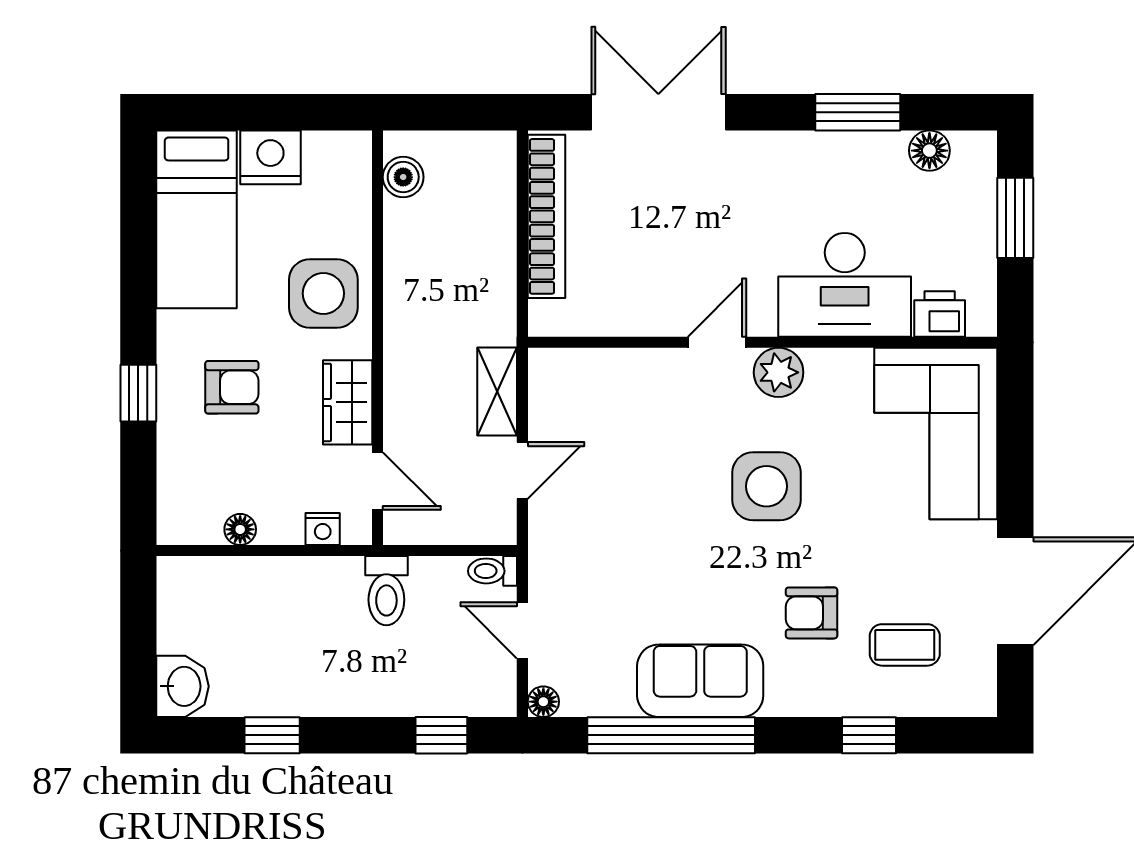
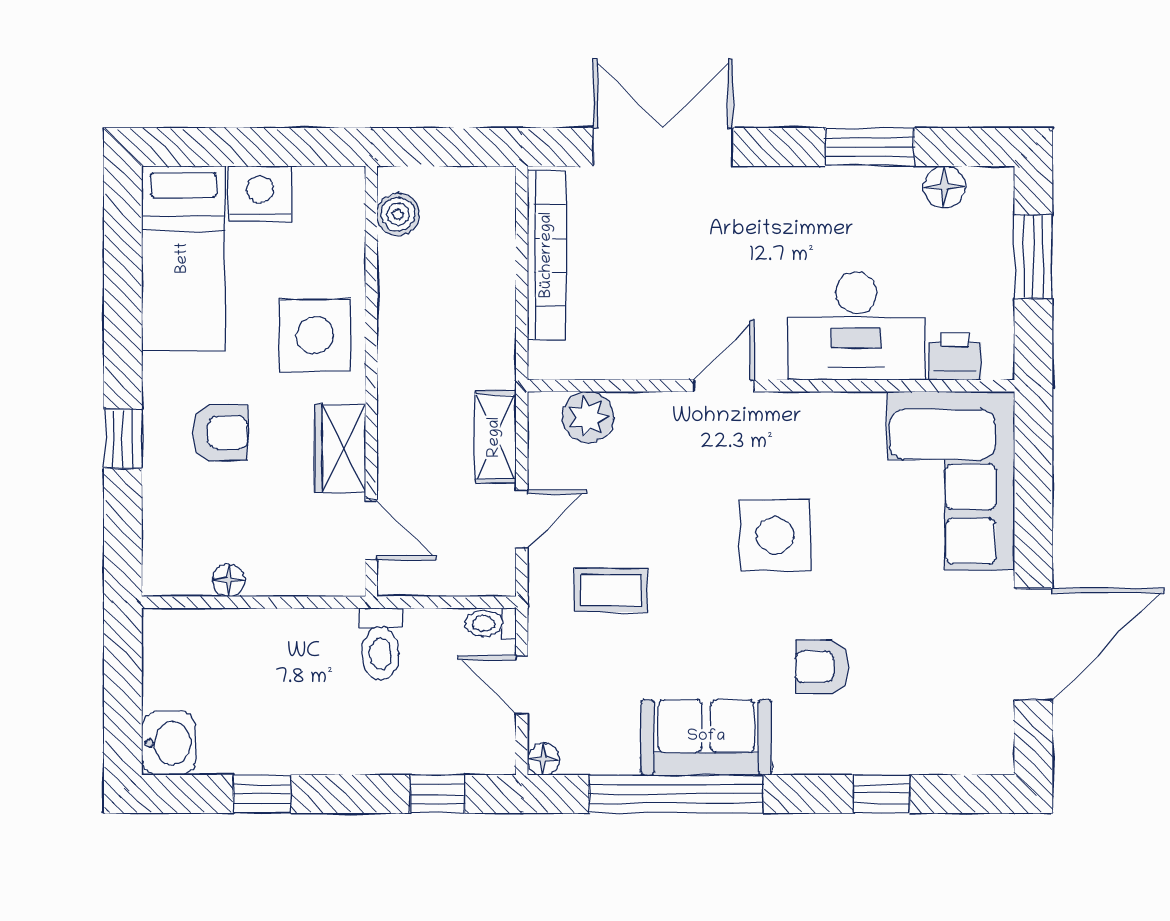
plant: (779, 372) -> (588, 417), moved
nightstand: (323, 529) -> (314, 580), removed
coffee table: (905, 645) -> (611, 590), moved

